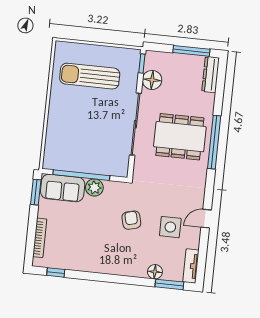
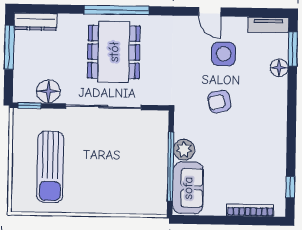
window: (36, 192) -> (196, 220), removed

